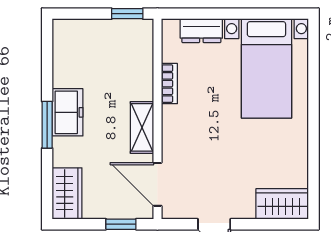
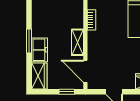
freezer: (68, 112) -> (39, 50), moved

